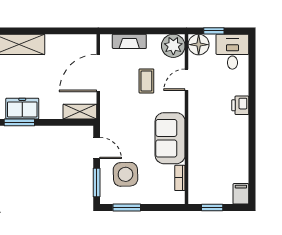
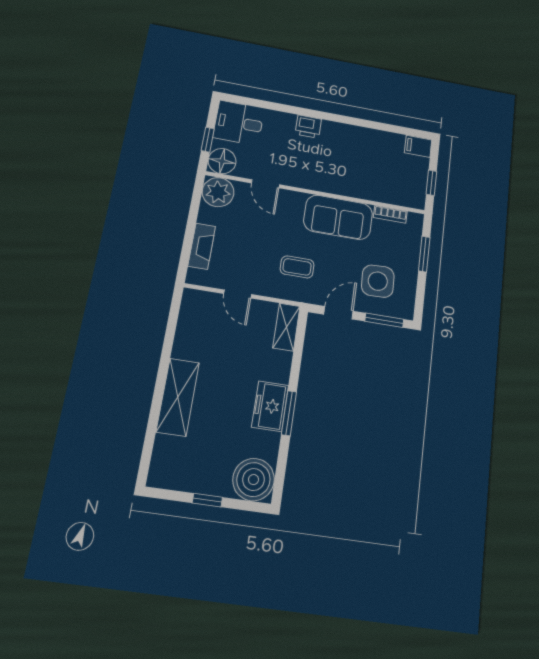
door: (98, 73) -> (238, 294), width x0.53
coffee table: (146, 81) -> (297, 267), moved
window: (127, 208) -> (424, 254), moved

